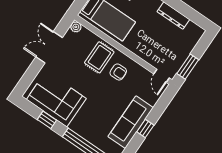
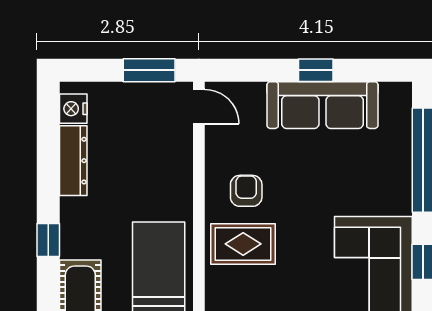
nightstand: (193, 29) -> (73, 109), added
door: (162, 76) -> (199, 107), hinge flipped

